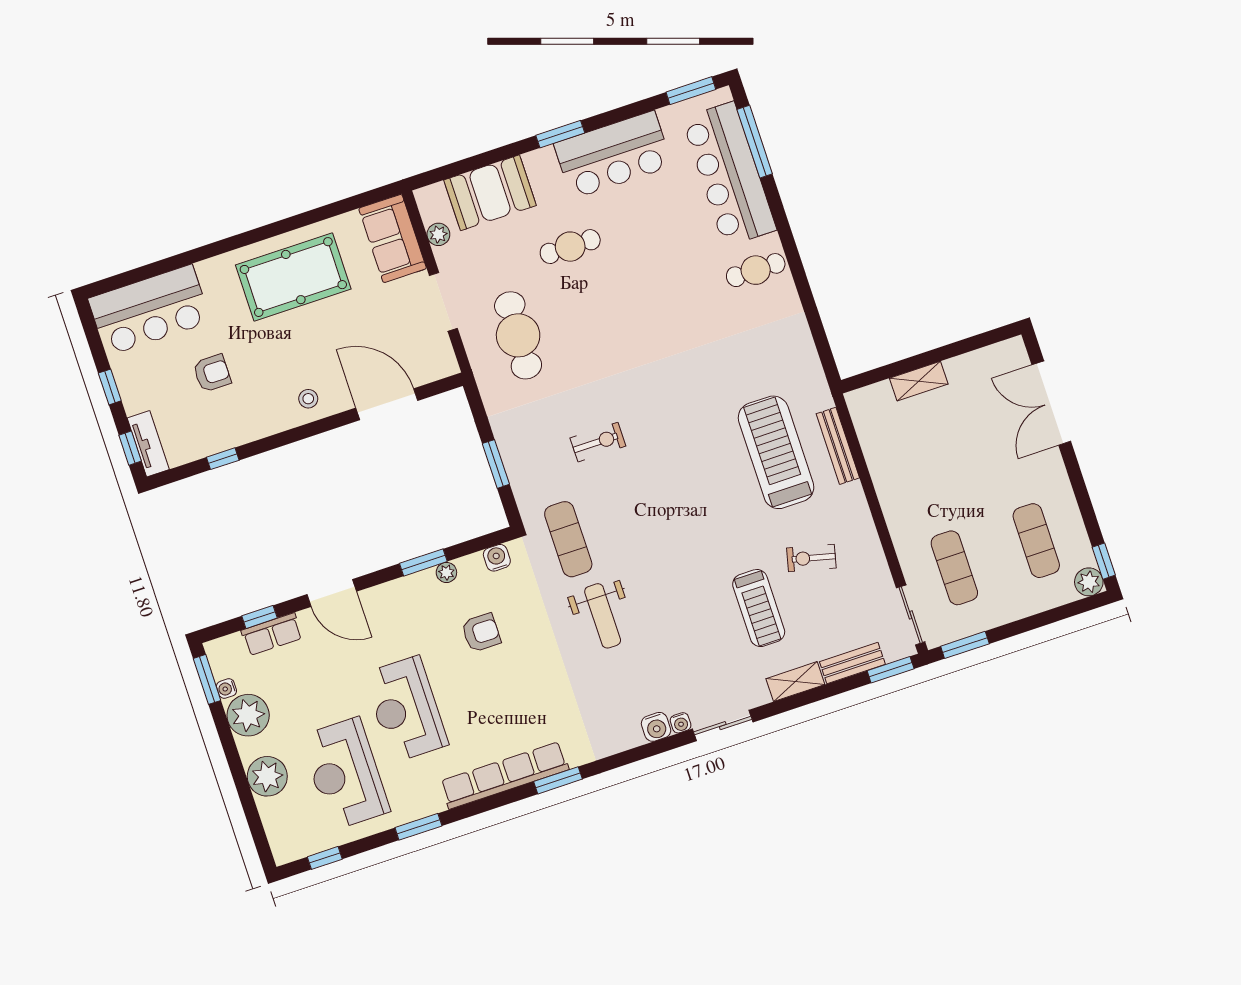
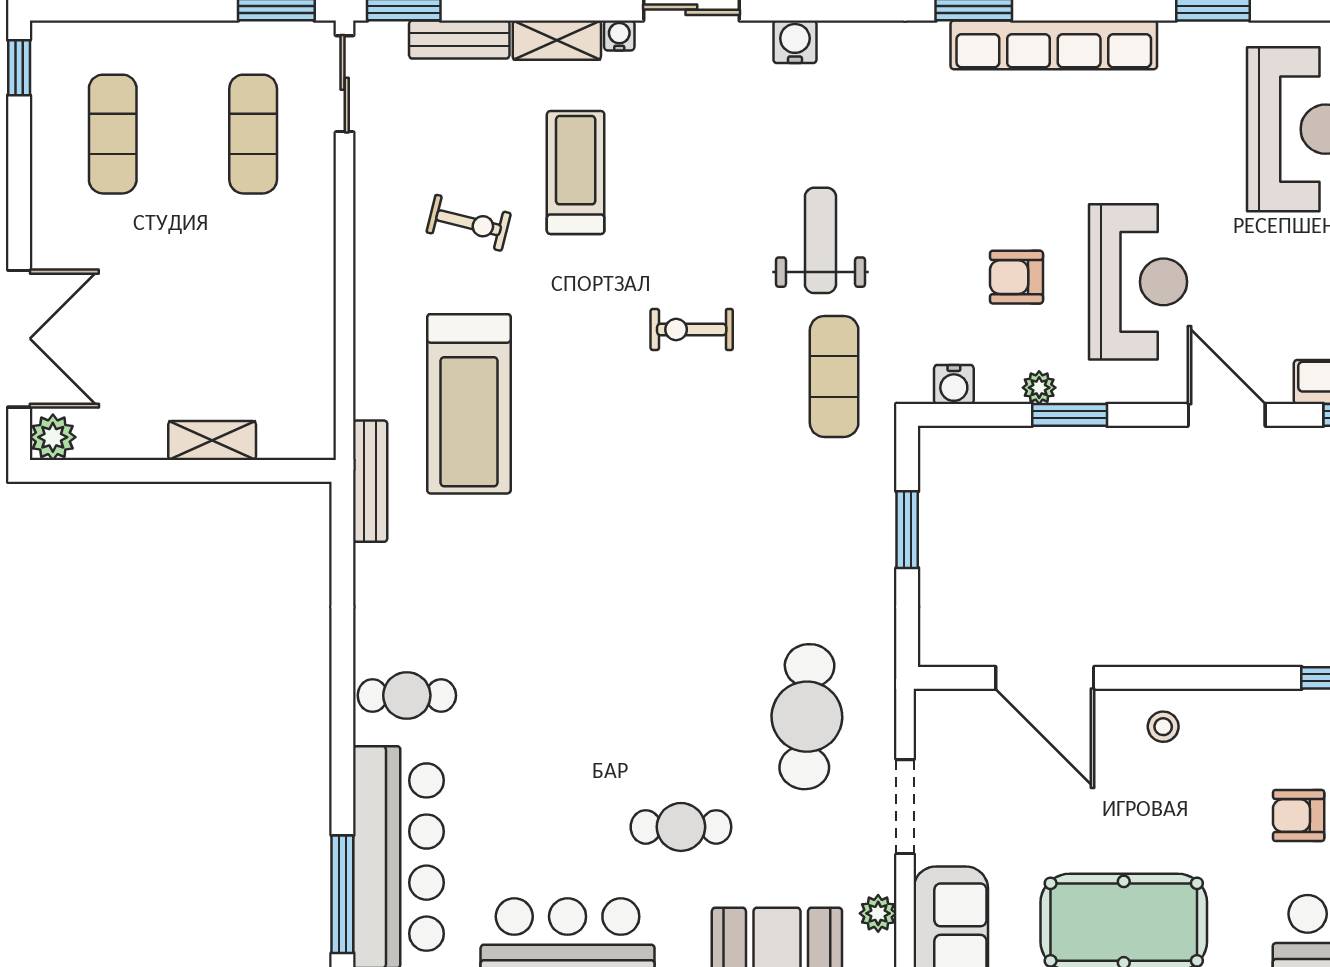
exercise bike: (598, 442) -> (692, 329), moved
bench: (838, 446) -> (370, 481), moved
plant: (1089, 582) -> (53, 437), moved
reception desk: (406, 709) -> (1138, 282), moved
water cooler: (681, 723) -> (619, 35), moved

